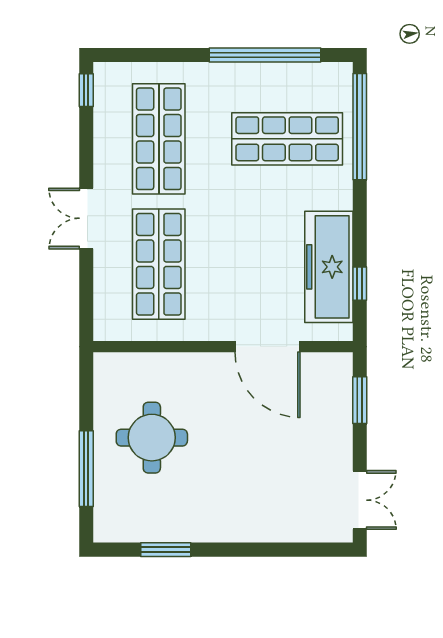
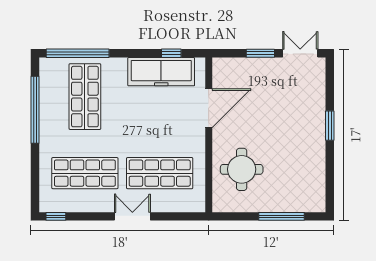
double door: (86, 218) -> (132, 216), swing flipped
window: (360, 400) -> (260, 53), moved
round table: (152, 438) -> (242, 169), moved
window: (166, 550) -> (330, 126), moved

